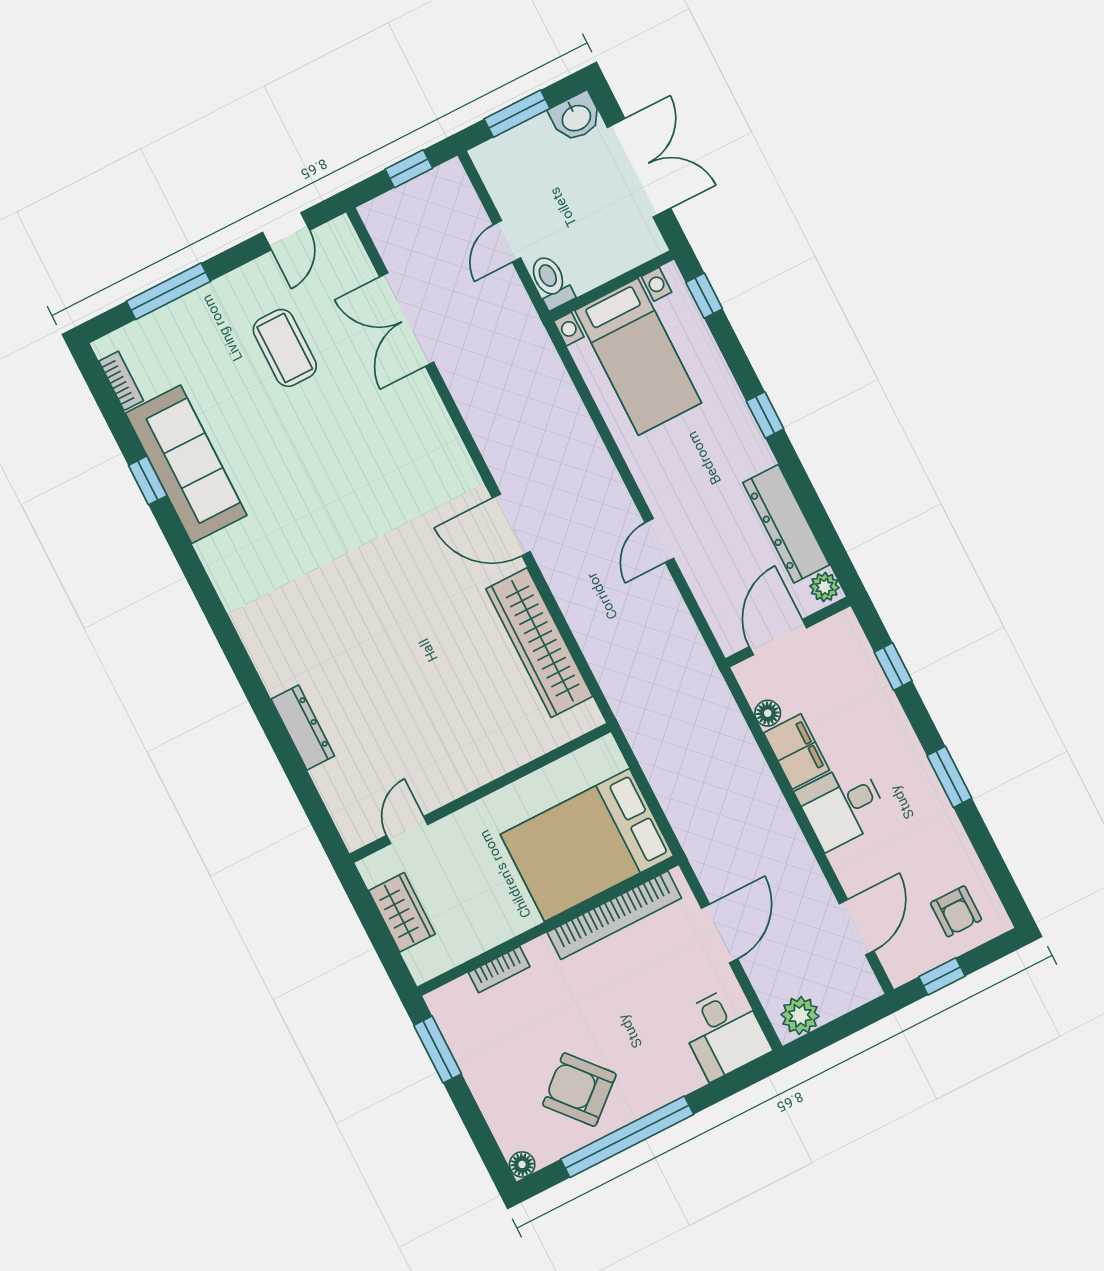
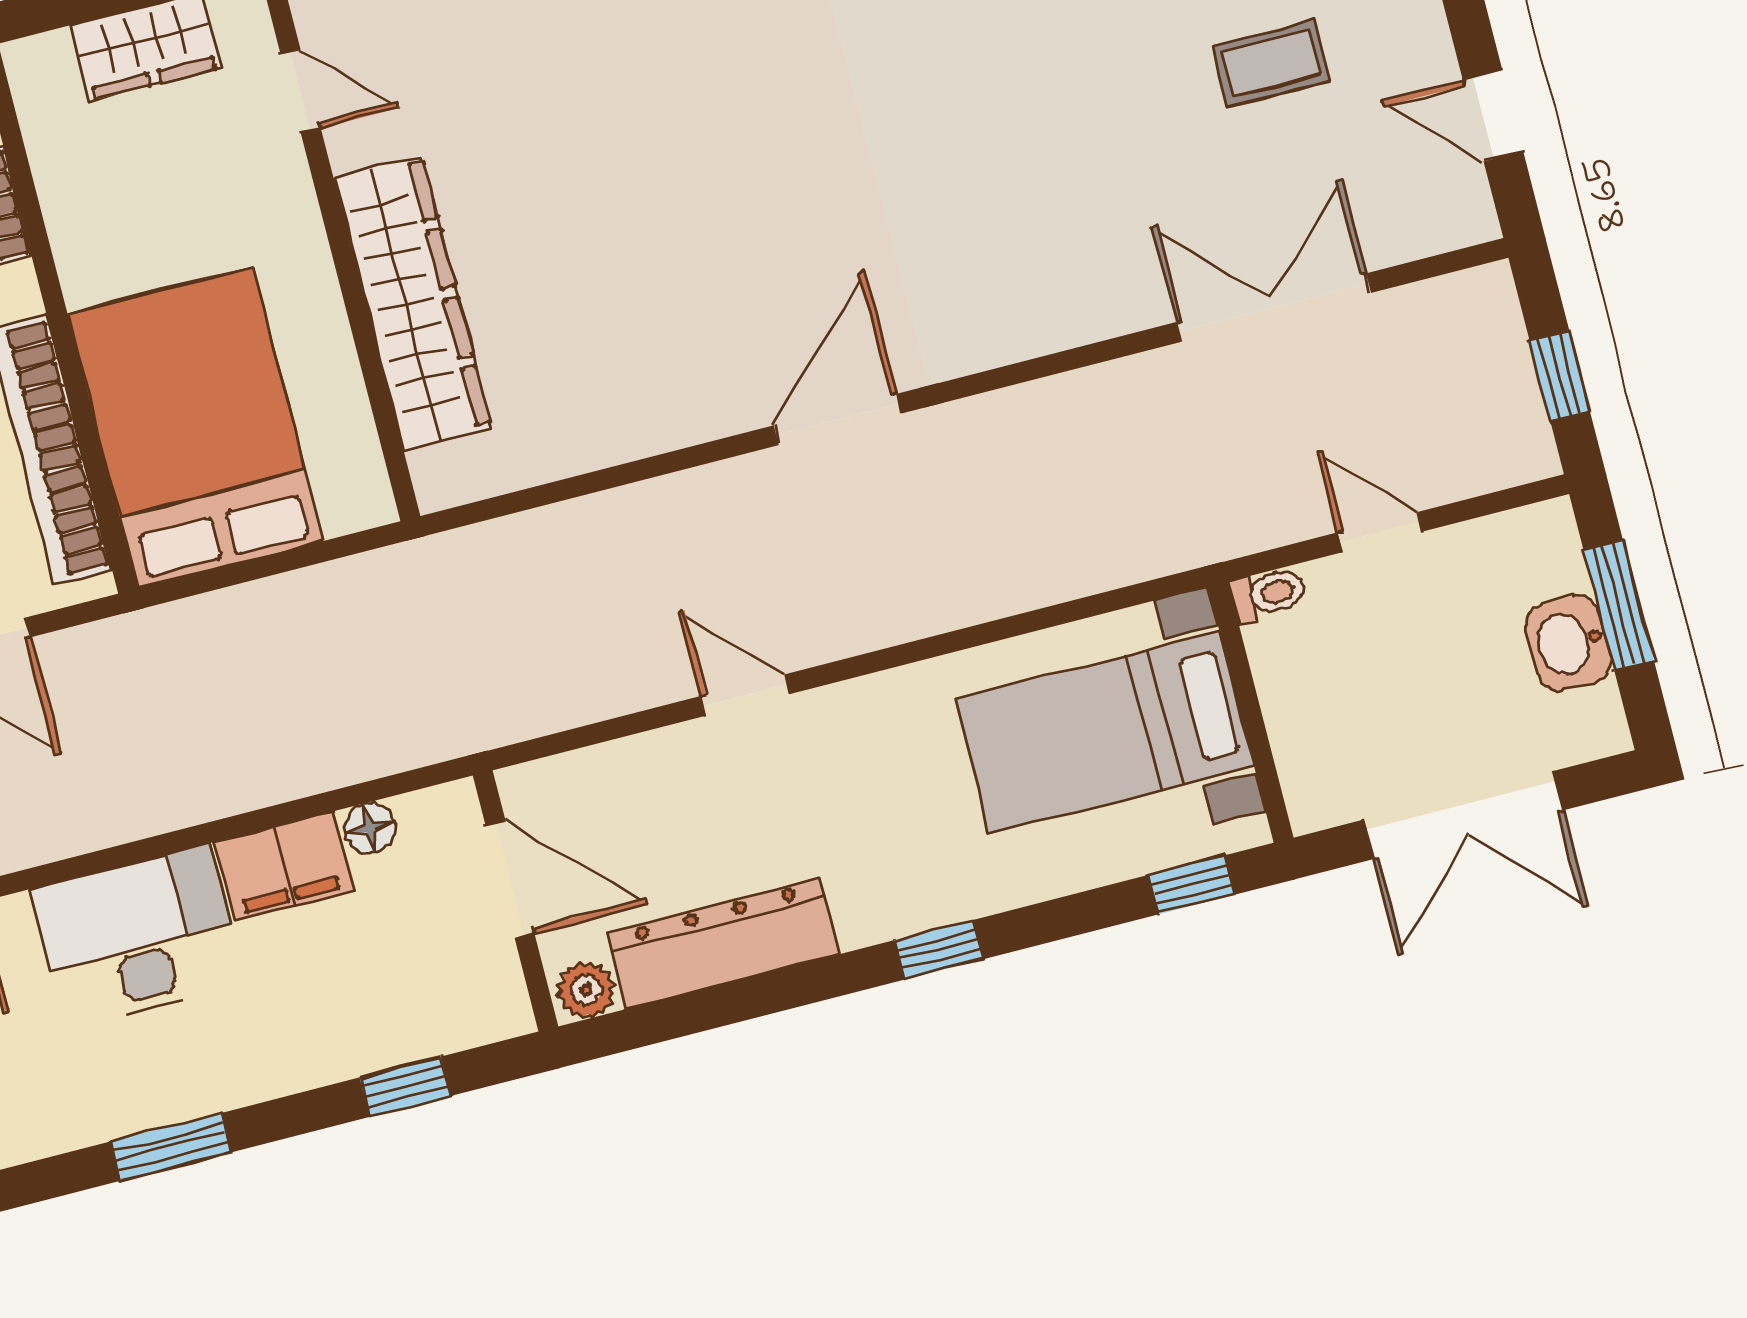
washbasin: (576, 117) -> (1568, 643), moved
toilet: (551, 282) -> (1268, 594), width x0.73, depth x0.72
coffee table: (285, 348) -> (1271, 63), width x0.73, depth x0.77
wardrobe: (539, 643) -> (413, 303), moved, turned 90
desk: (842, 806) -> (138, 937), width x1.37

